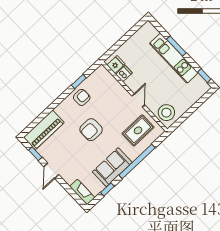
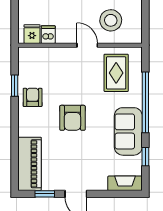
stool: (166, 113) -> (111, 20), moved

